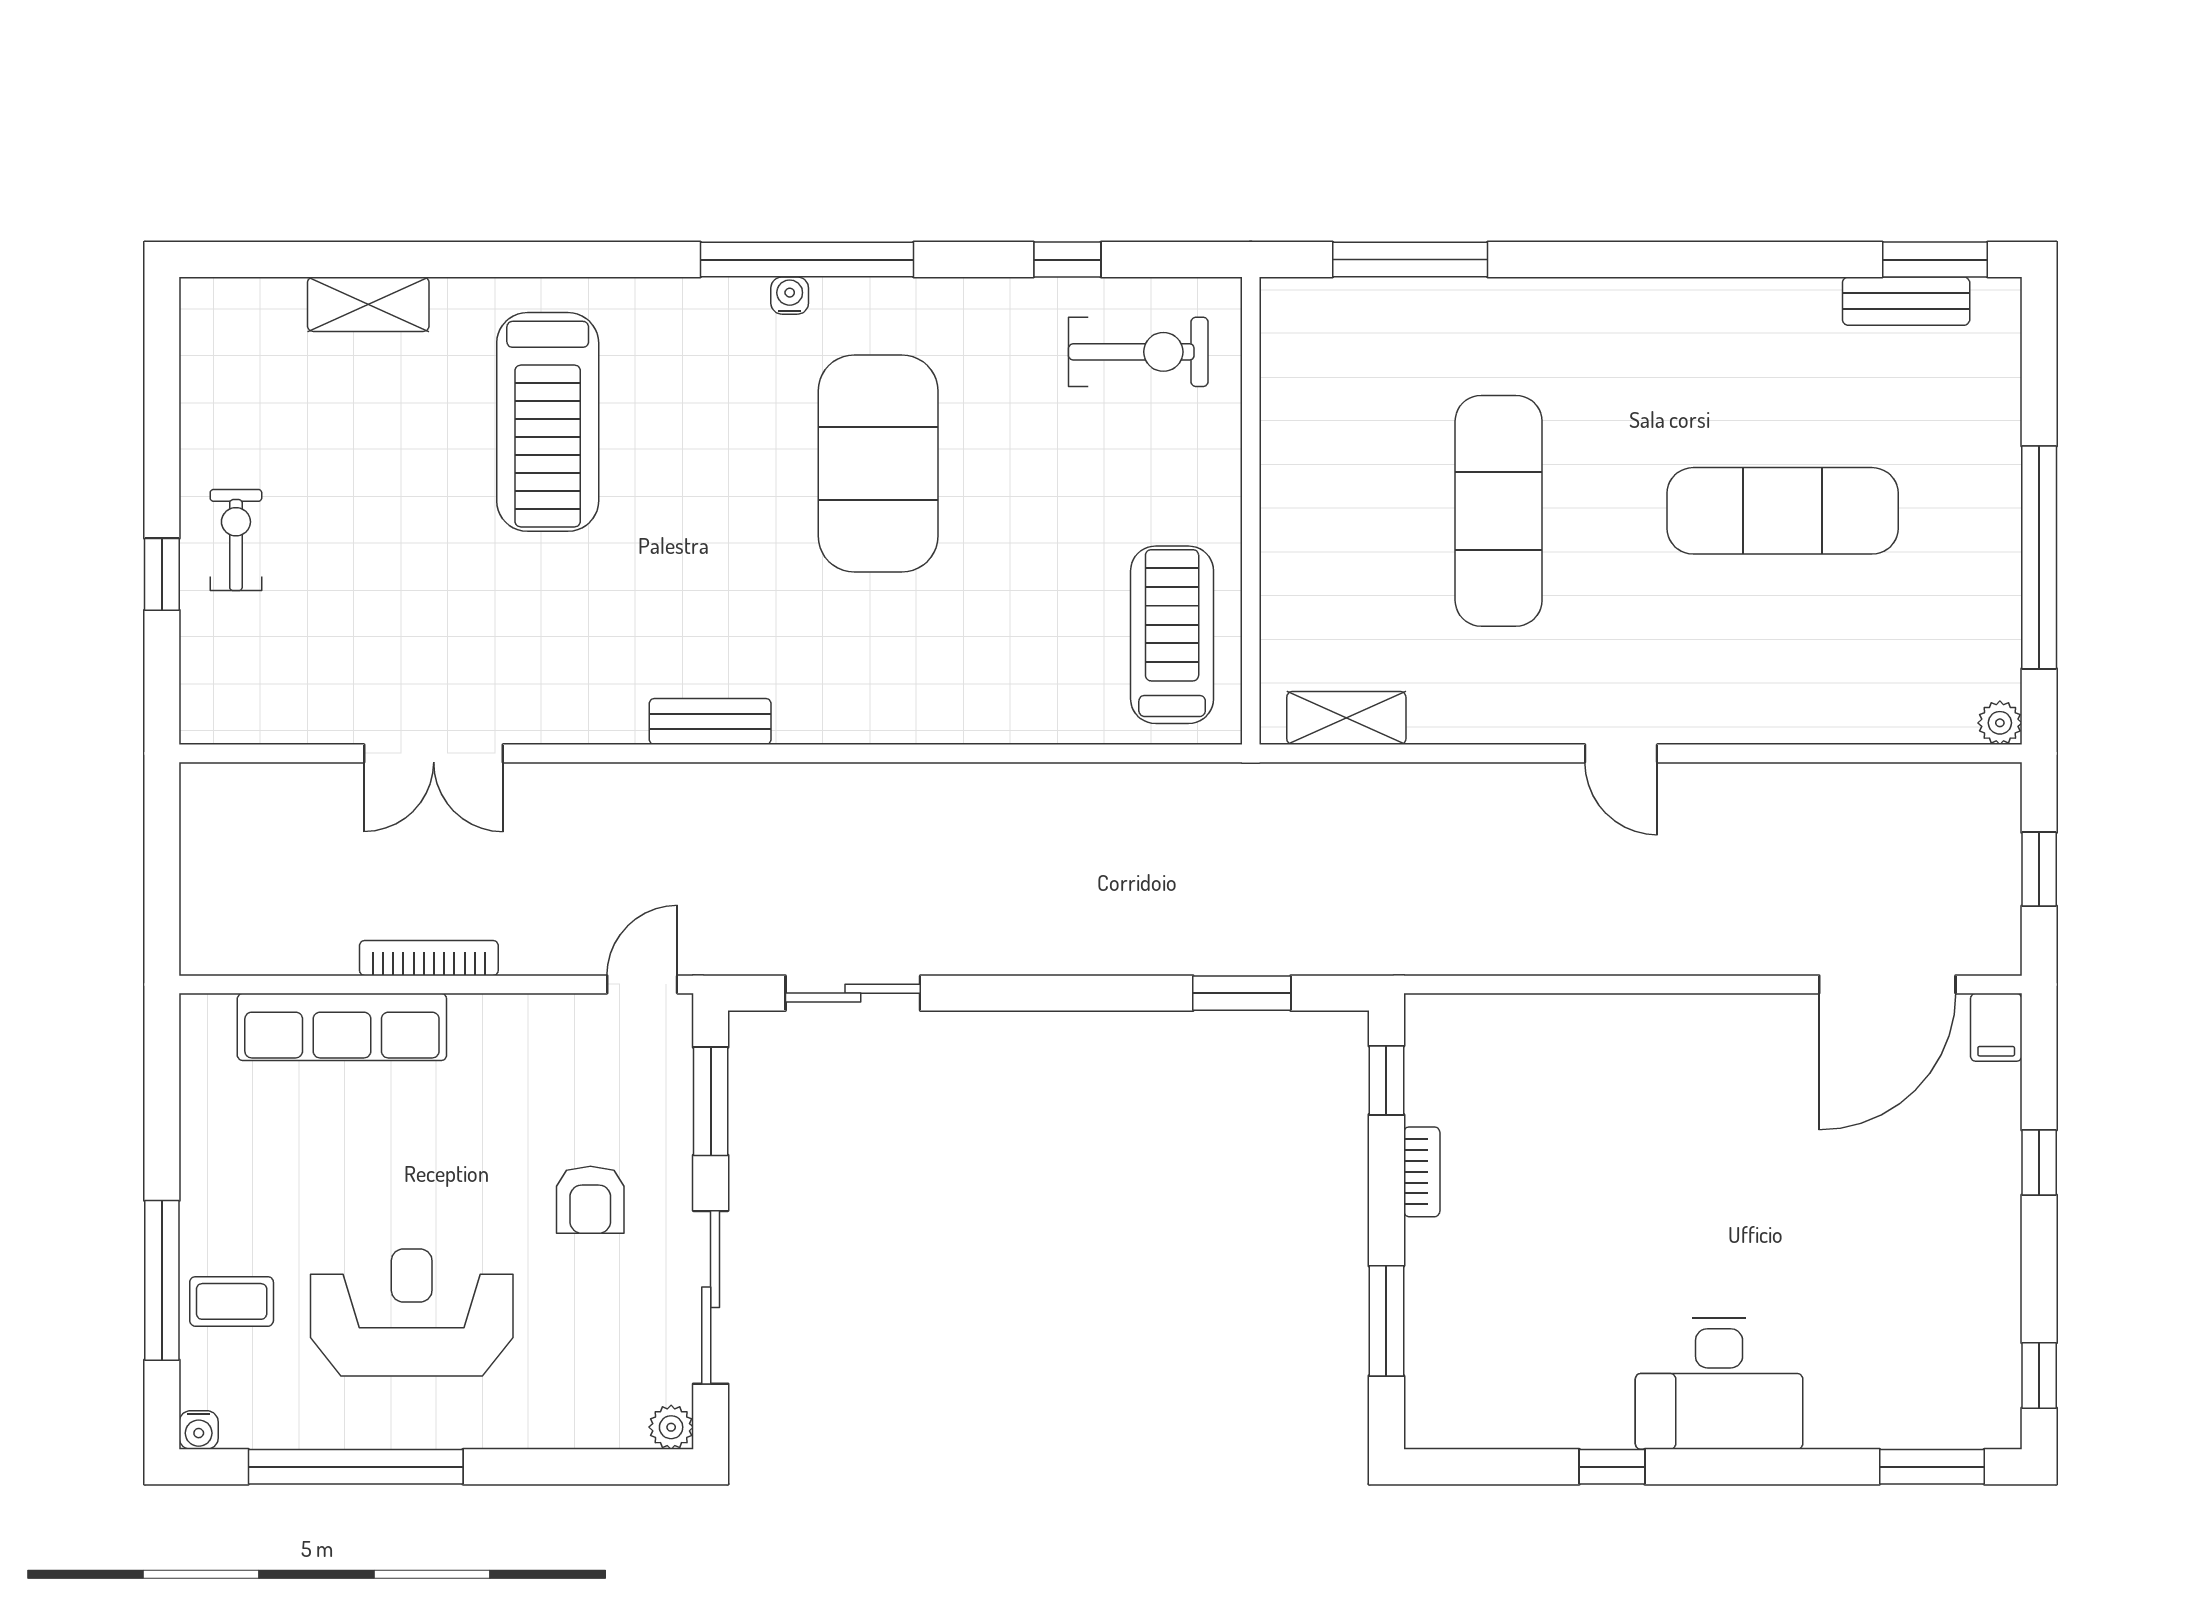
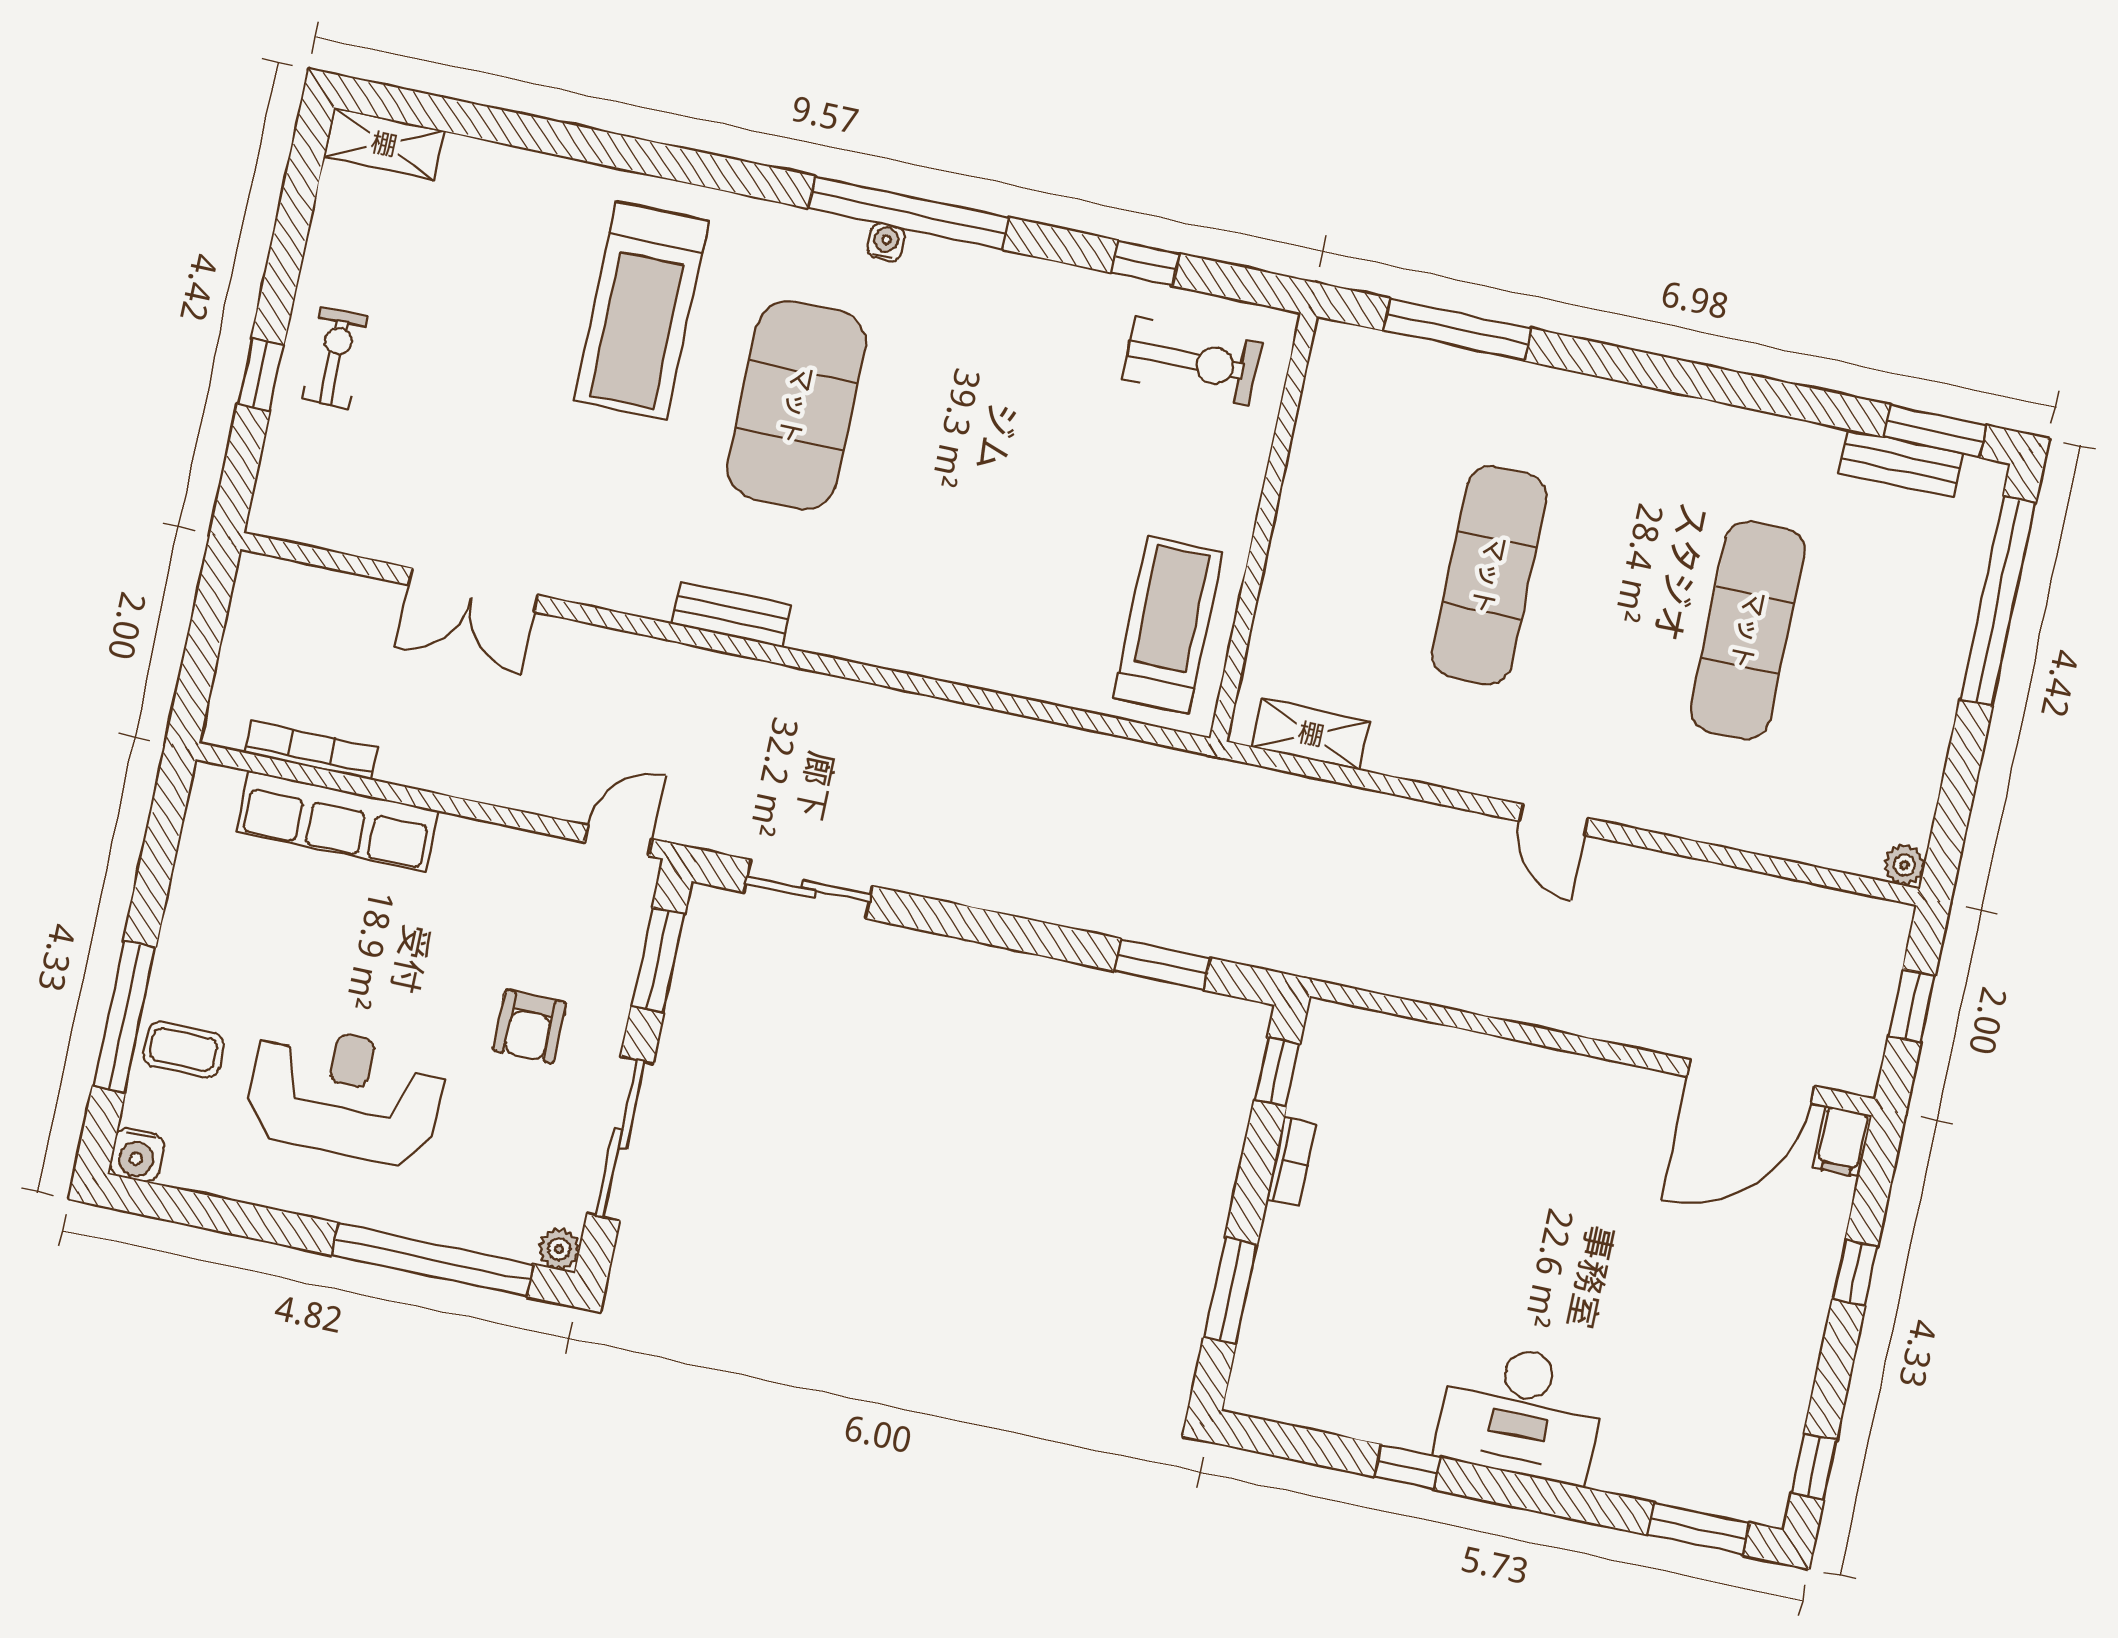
shelving: (368, 304) -> (384, 144), moved
exercise mat: (878, 463) -> (796, 405), moved
exercise mat: (1783, 511) -> (1748, 630), turned 90
window: (2039, 557) -> (1998, 601), moved
bookcase: (429, 958) -> (311, 750), moved
water cooler: (199, 1430) -> (137, 1155), width x1.38, depth x1.38
window: (356, 1467) -> (433, 1260), moved

